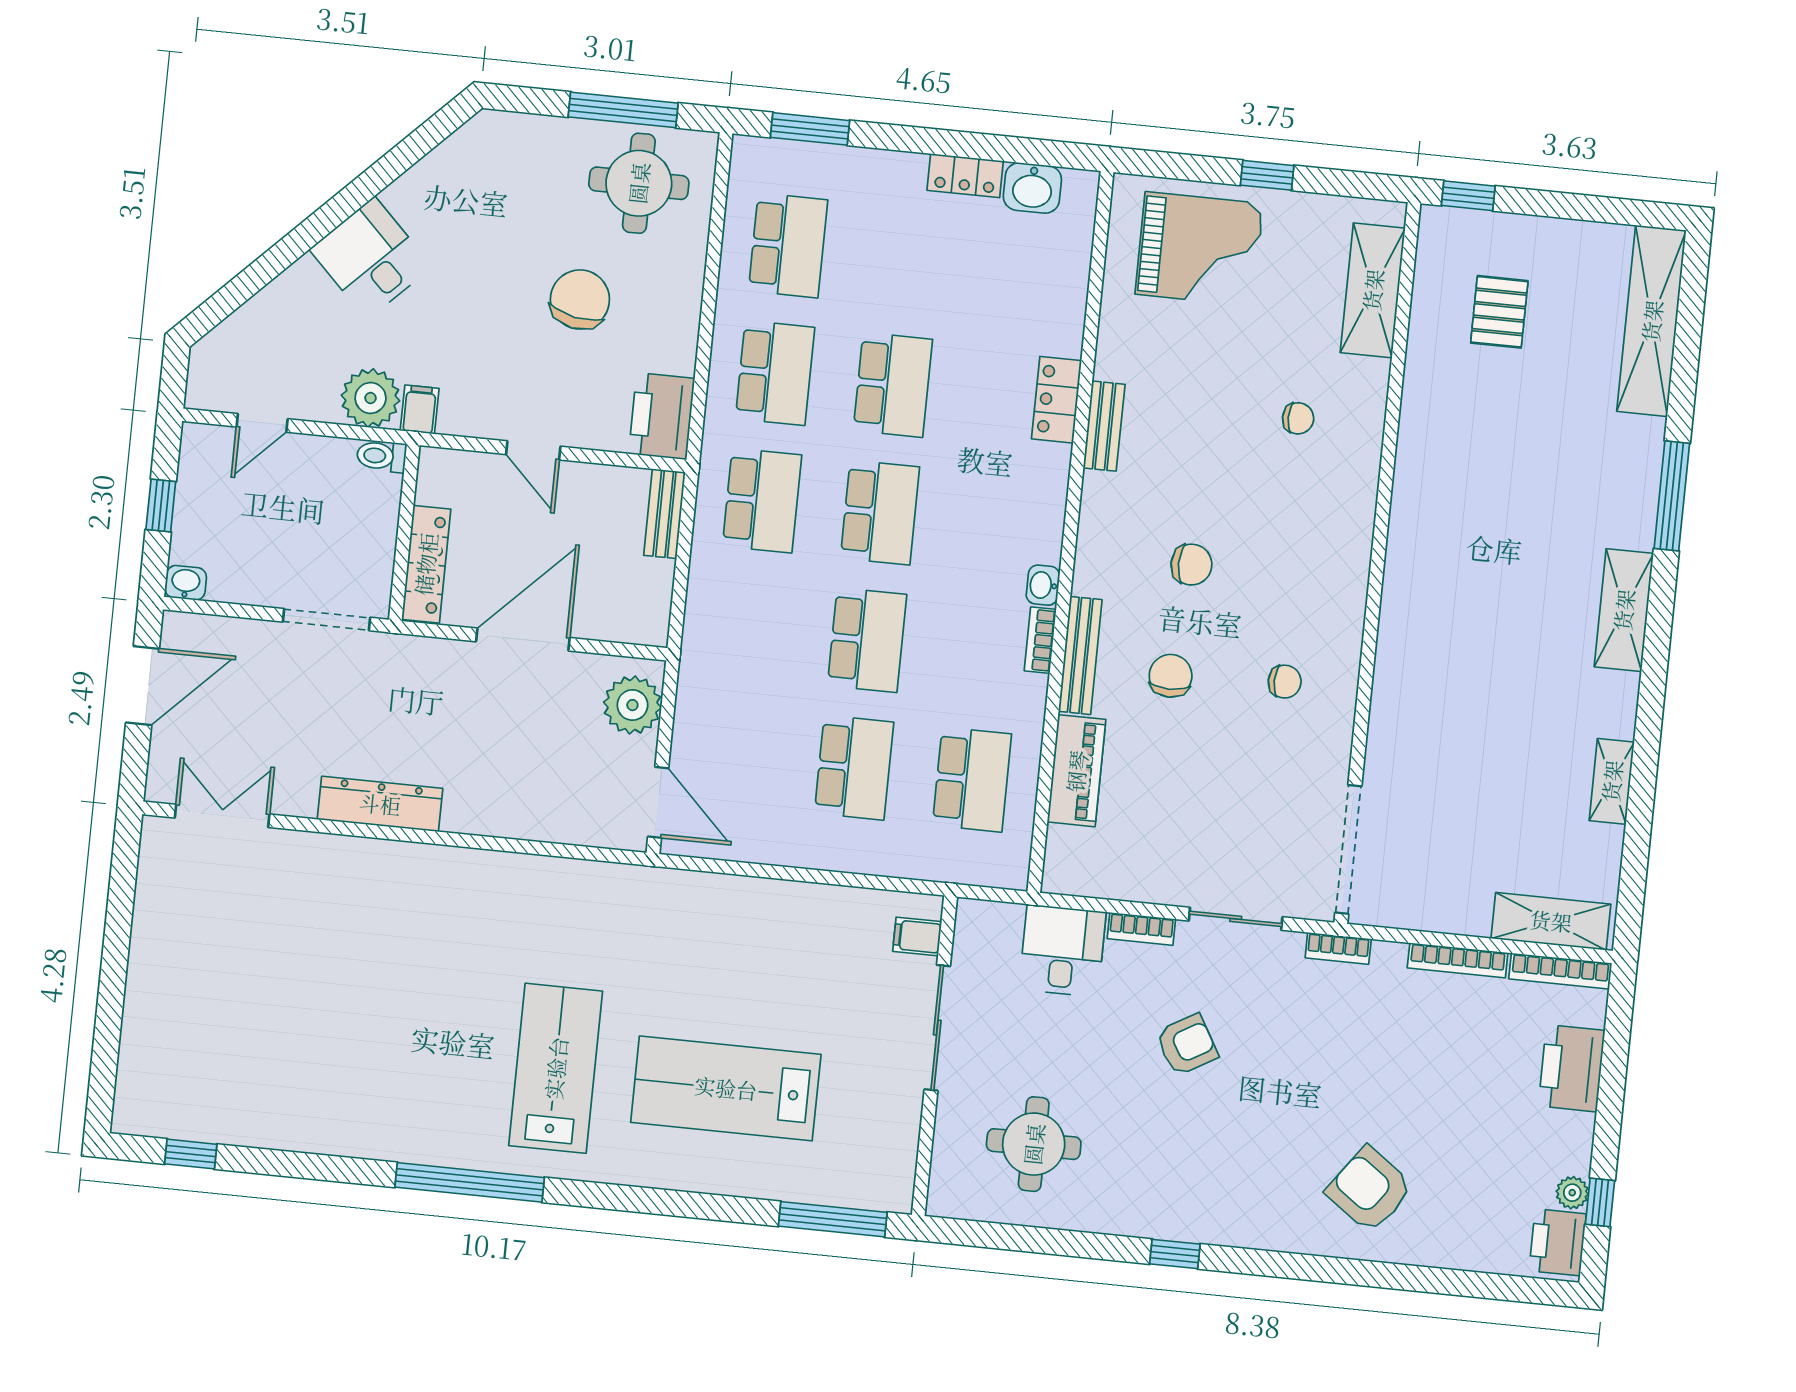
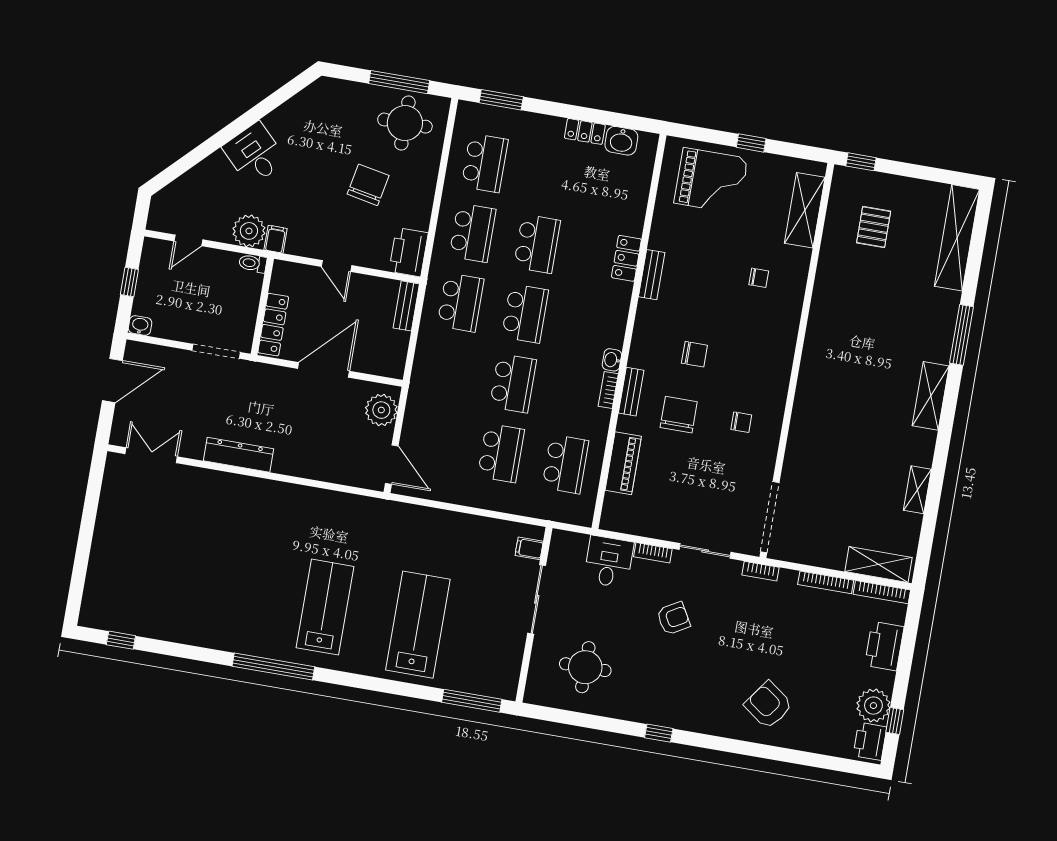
bench: (1080, 655) -> (631, 392), width x0.73
chair: (1171, 676) -> (679, 415), width x1.37, depth x1.37
lab bench: (726, 1088) -> (418, 625), turned 90
plant: (1572, 1193) -> (873, 706), width x1.87, depth x1.87

